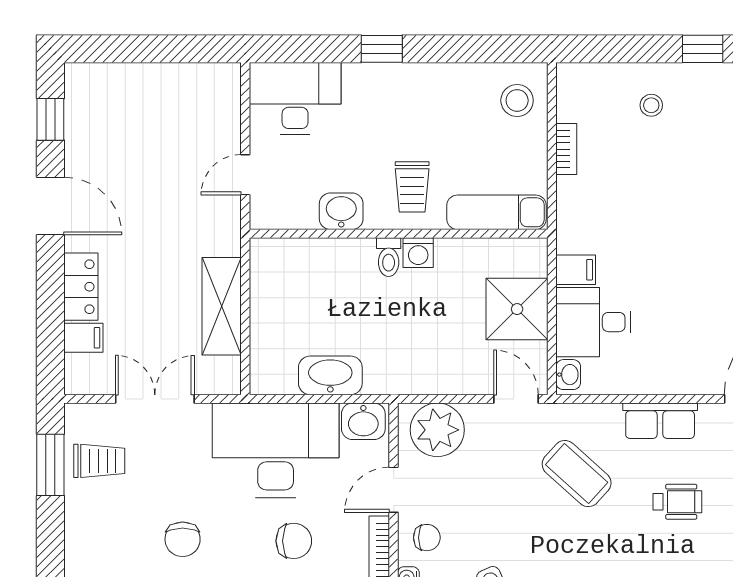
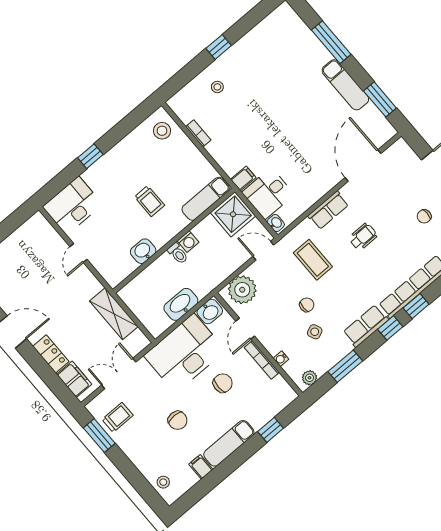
washbasin: (341, 211) -> (143, 251), moved
exam couch: (496, 212) -> (206, 199), moved
wall: (399, 234) -> (174, 241), moved
washing machine: (418, 253) -> (188, 242), moved
toilet: (389, 257) -> (178, 253), moved
filing cabinet: (83, 338) -> (74, 379), width x2.00
coffee table: (577, 474) -> (313, 260), turned 48
chair: (427, 538) -> (307, 305), moved

